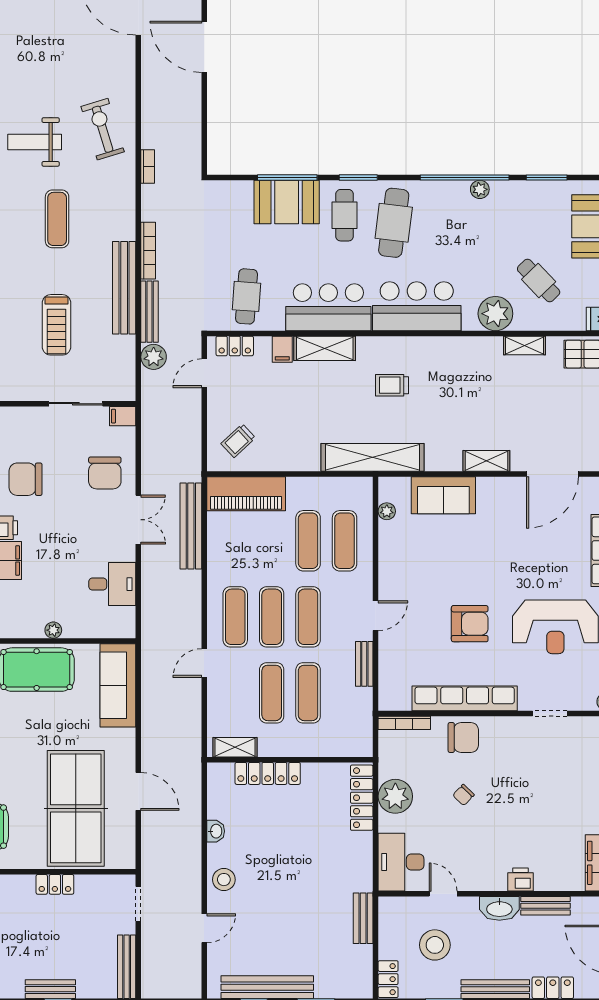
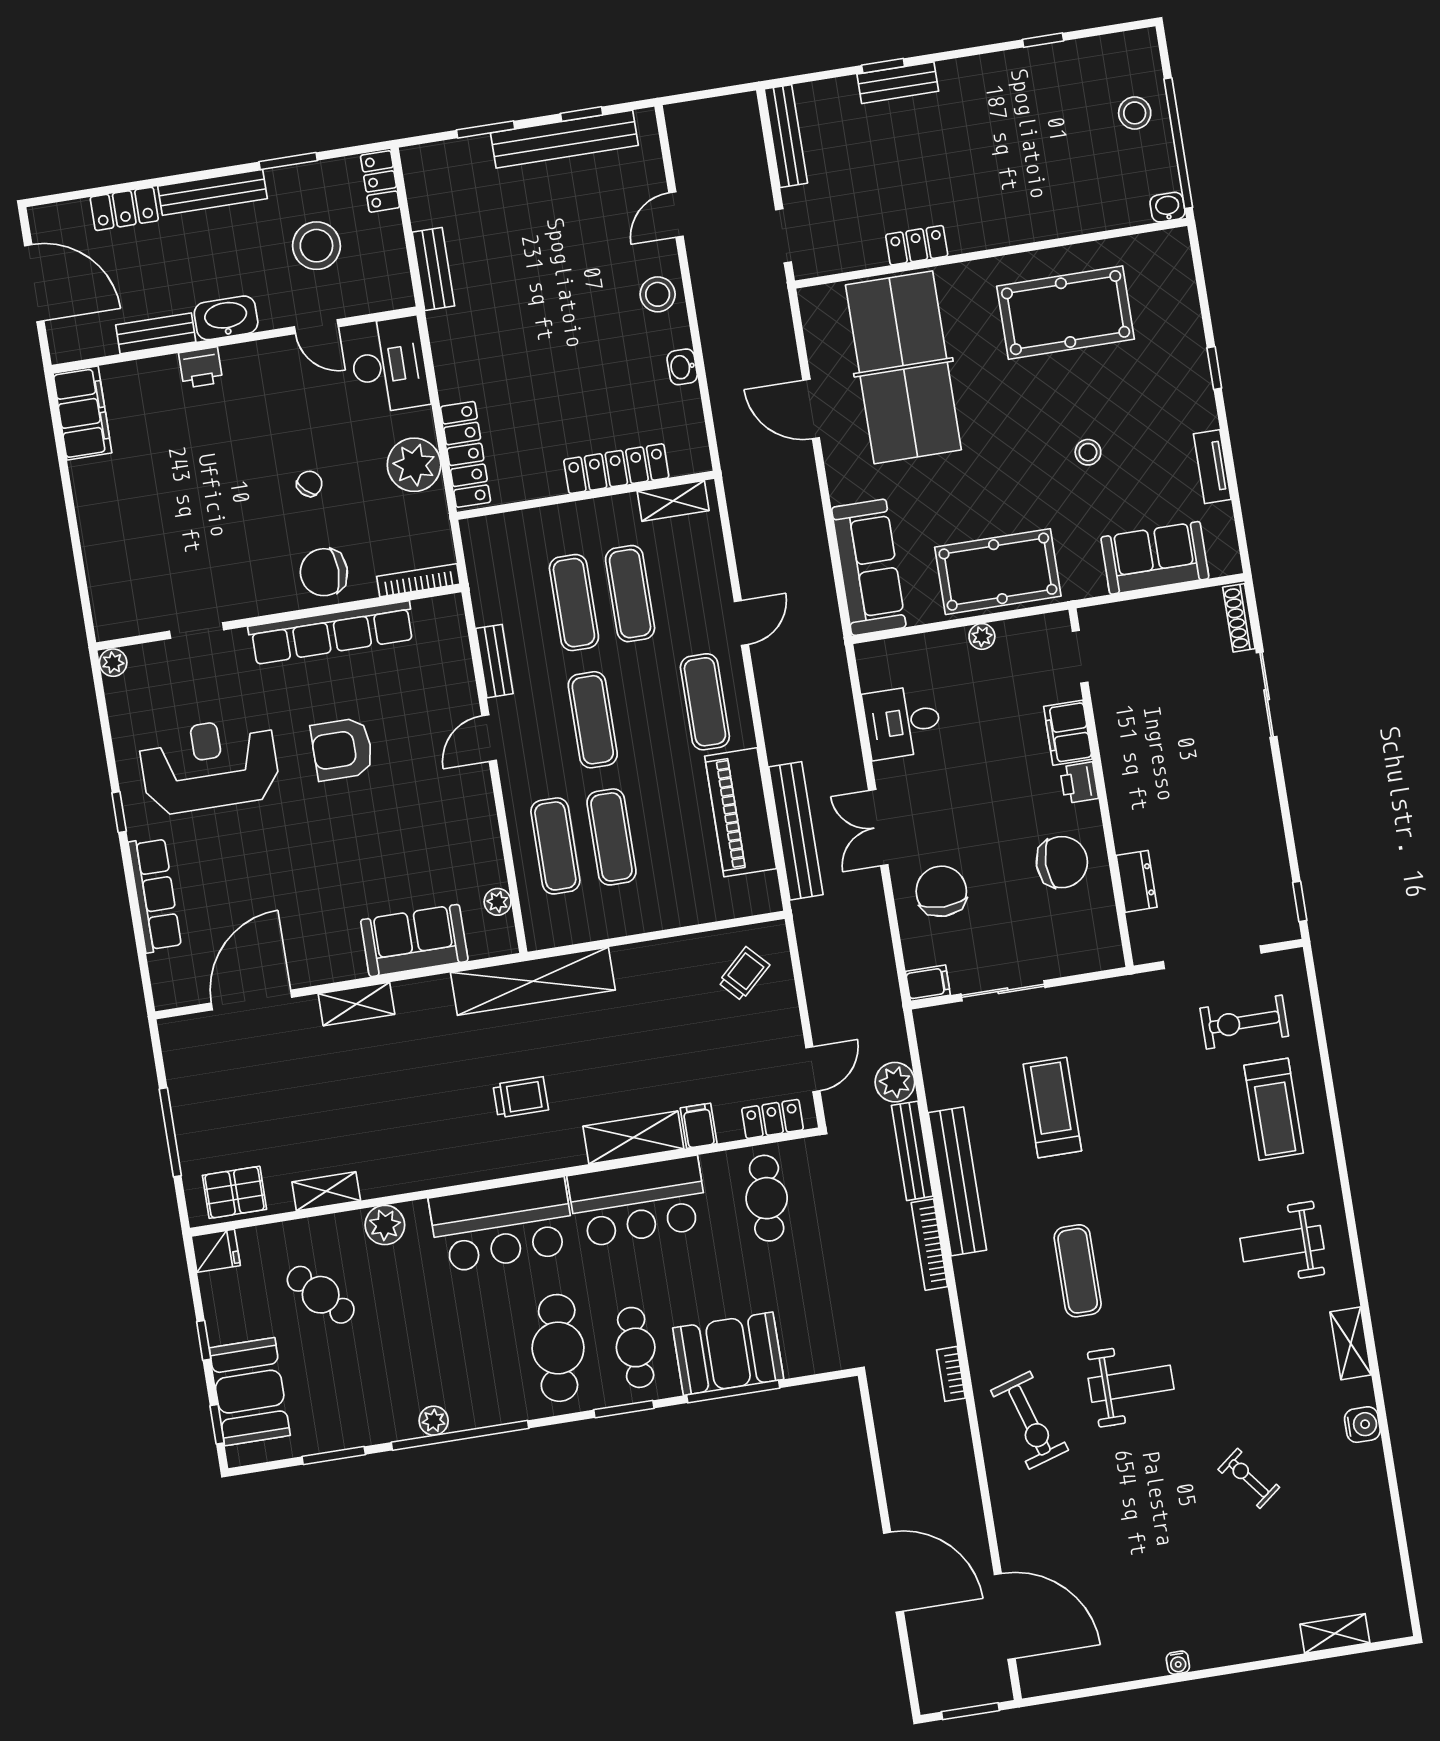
plant: (495, 314) -> (385, 1225), width x0.73, depth x0.73
piano: (246, 494) -> (741, 812), moved, turned -90
exercise mat: (272, 617) -> (649, 711), removed

